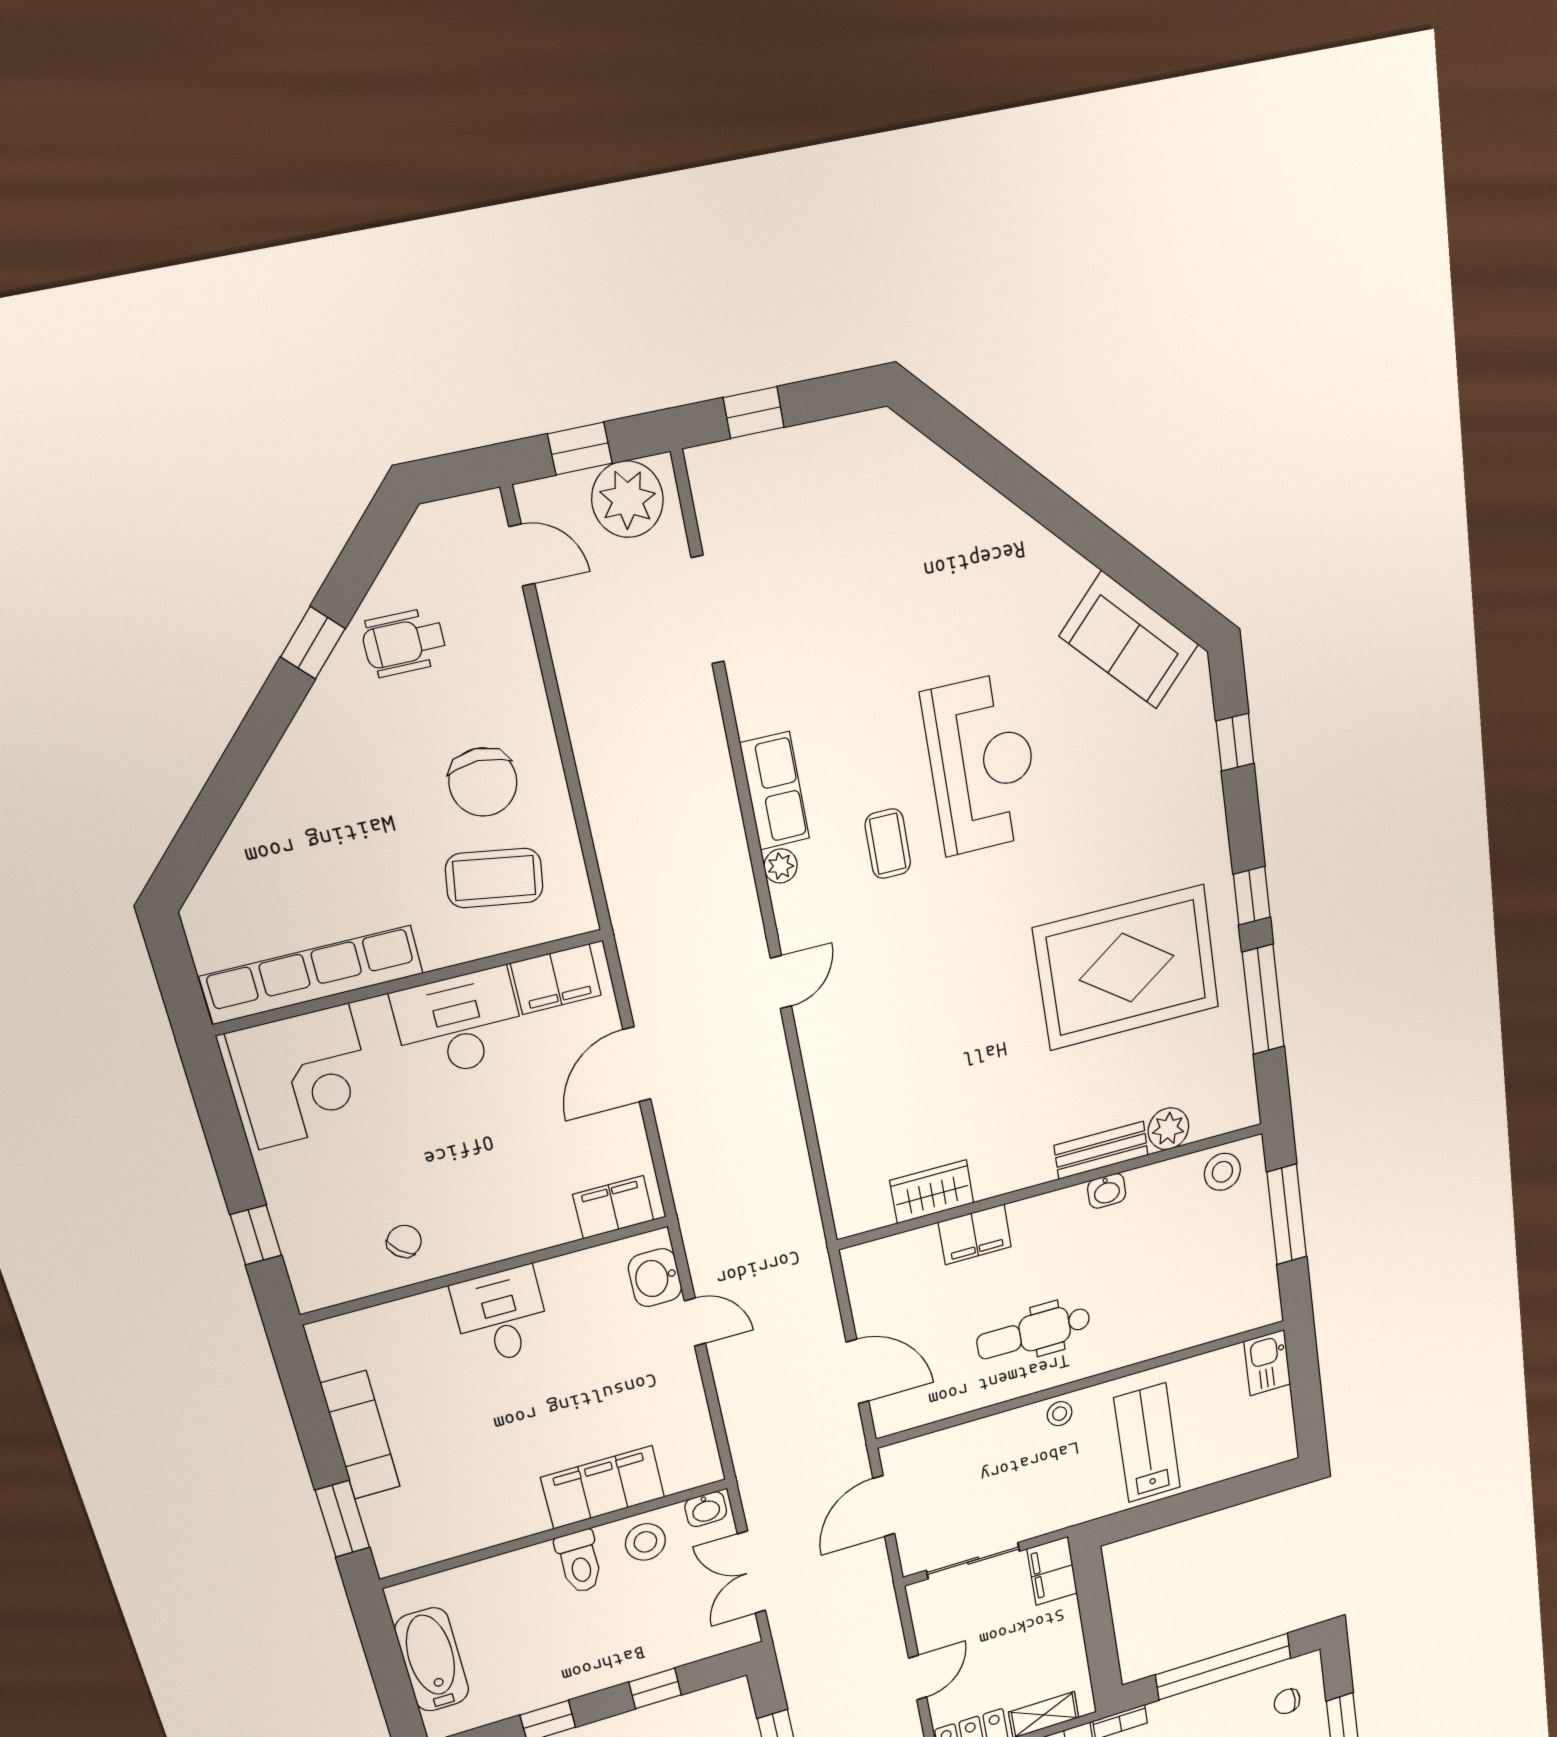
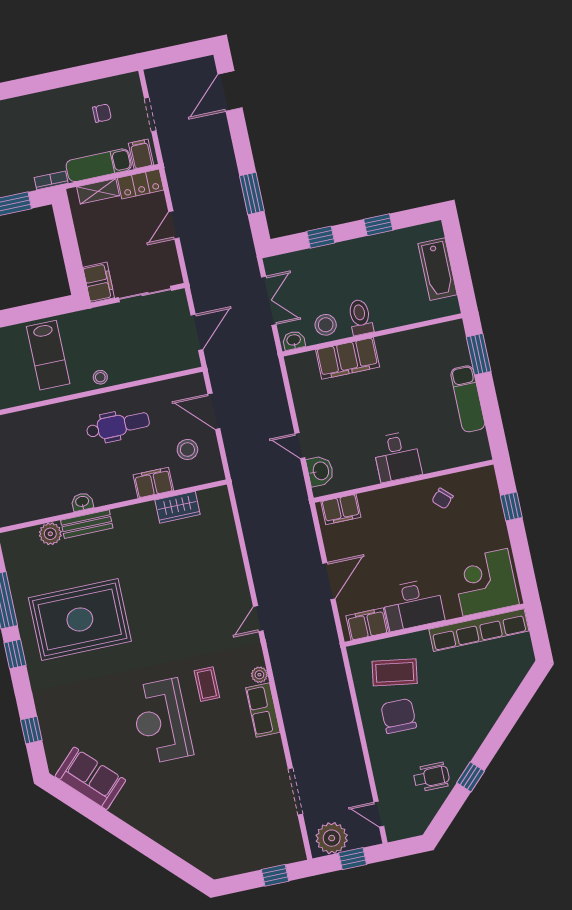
stool: (1222, 1172) -> (187, 450), moved

